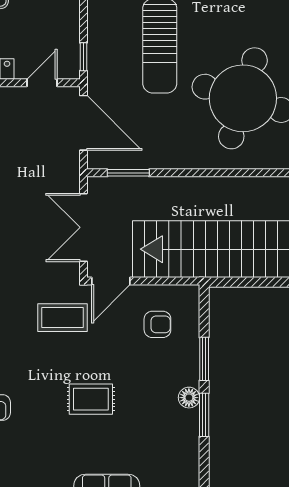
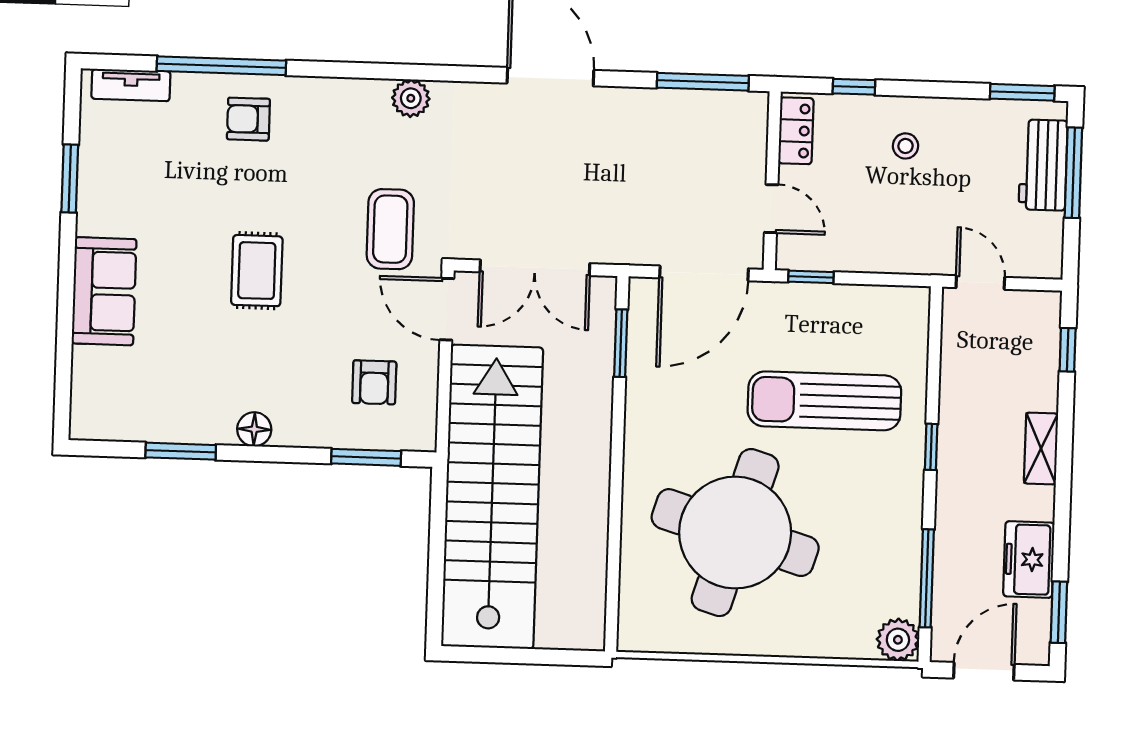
double door: (83, 227) -> (535, 268), swing flipped
window: (204, 359) -> (366, 457), moved
window: (204, 415) -> (181, 451), moved

